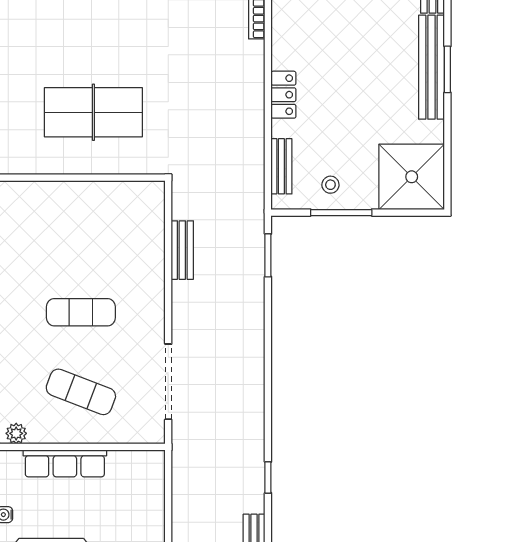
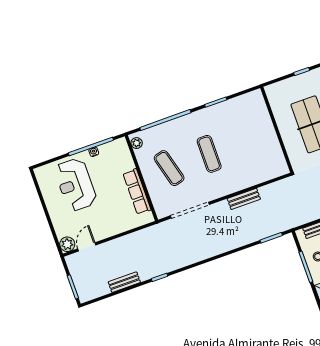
bench: (182, 250) -> (244, 199), moved
exercise mat: (81, 392) -> (169, 168), turned -36
row of seats: (65, 463) -> (137, 192), moved

